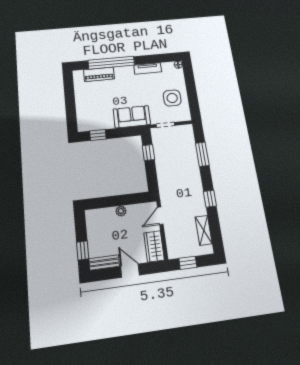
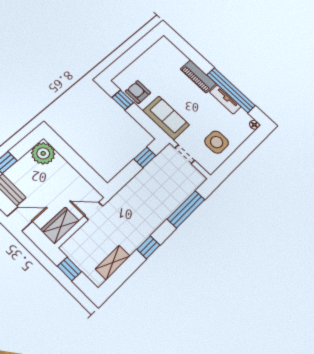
window: (111, 63) -> (231, 90), moved
piano: (99, 74) -> (198, 76), moved
armchair: (100, 120) -> (138, 92), added
window: (202, 154) -> (186, 209), width x1.44
plant: (121, 211) -> (43, 153), moved, width x1.88, depth x1.88
door: (130, 271) -> (20, 219), hinge flipped

